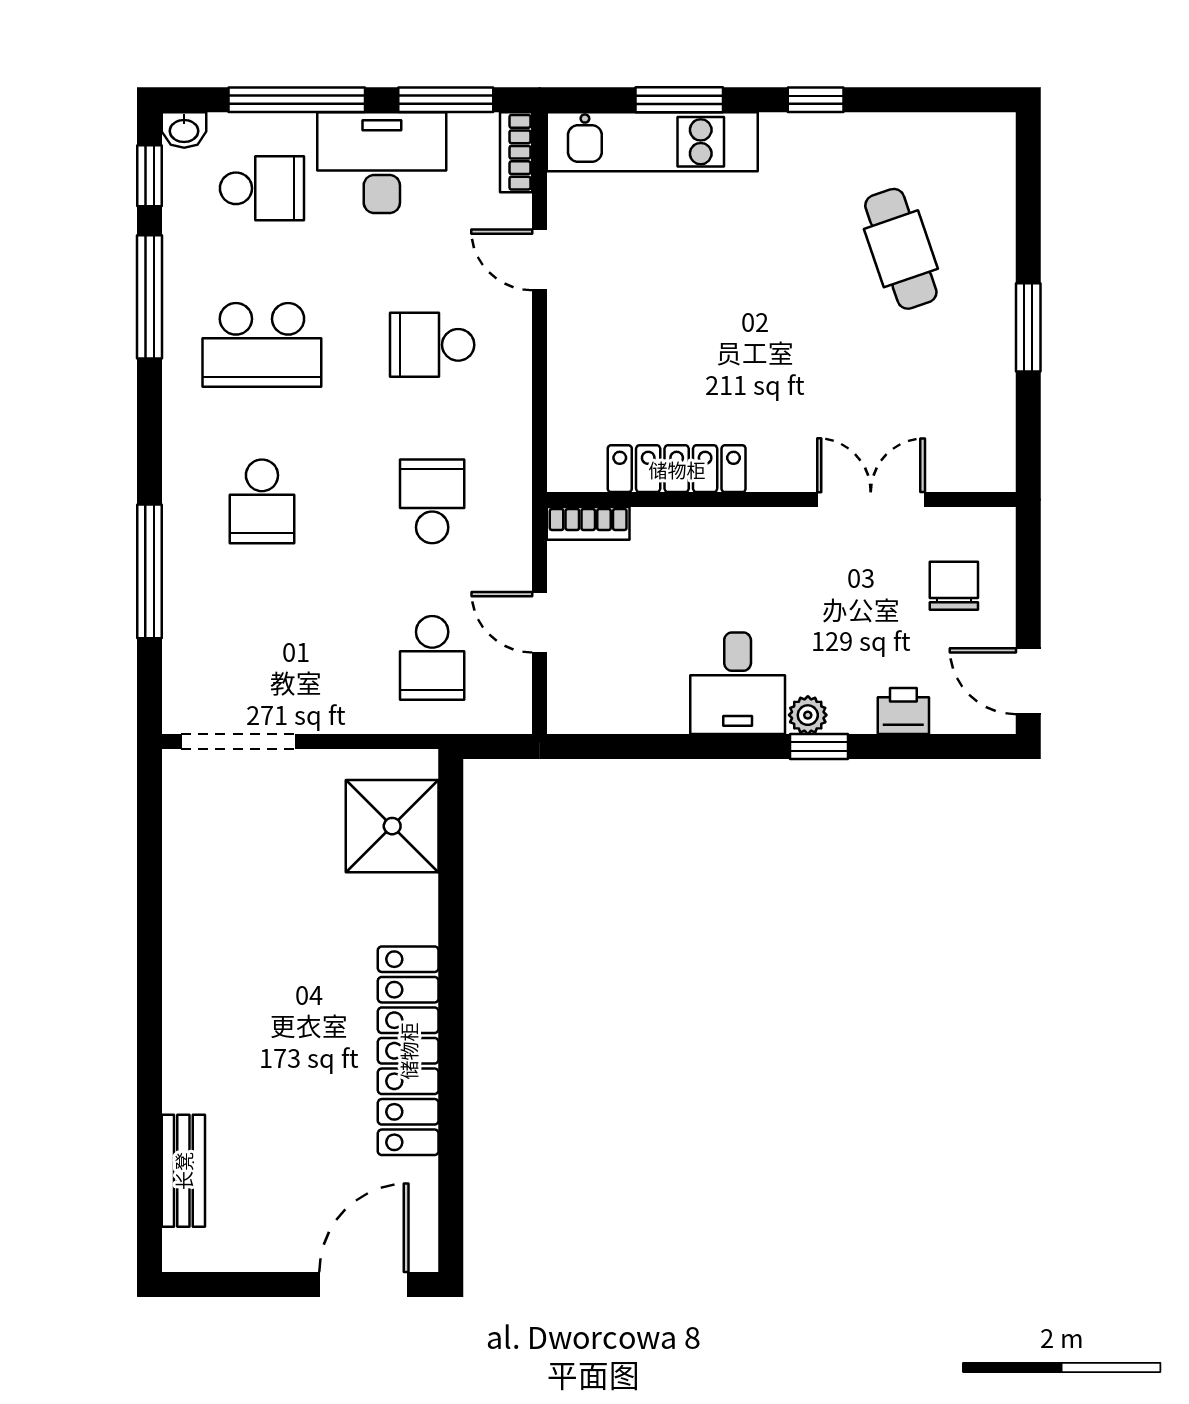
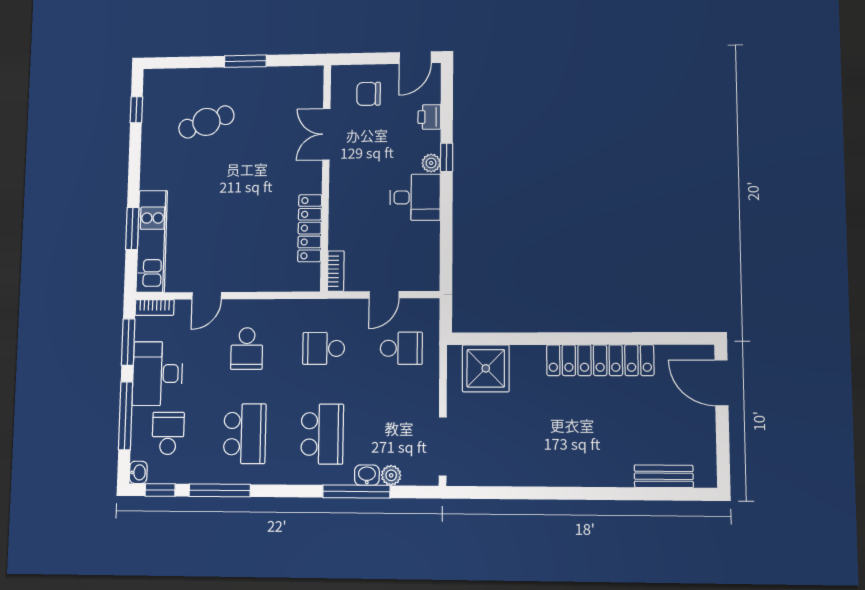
window: (816, 100) -> (136, 110), moved
school desk: (262, 501) -> (322, 434), width x1.85
washbasin: (182, 592) -> (367, 475), added
plant: (182, 640) -> (391, 475), added

